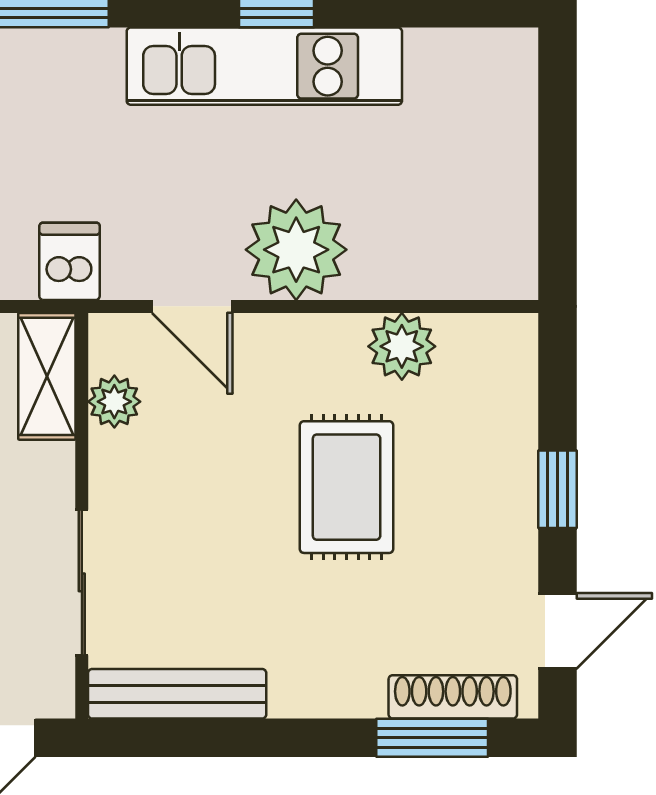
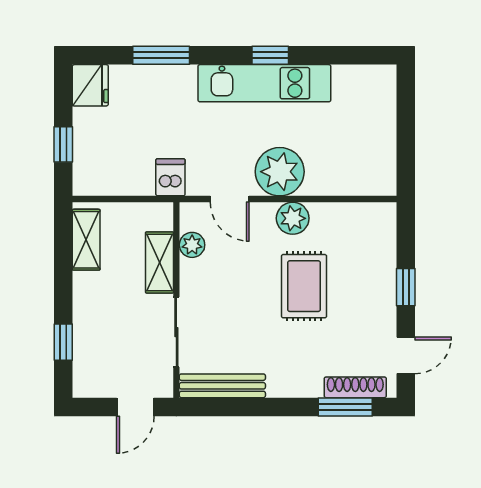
plant: (402, 346) -> (293, 218), moved
shelving: (47, 376) -> (160, 262), moved

